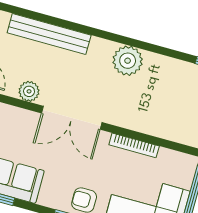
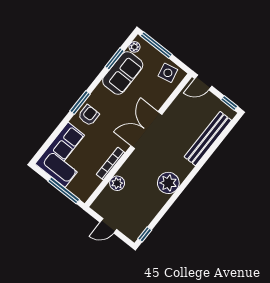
plant: (29, 91) -> (117, 183), moved

